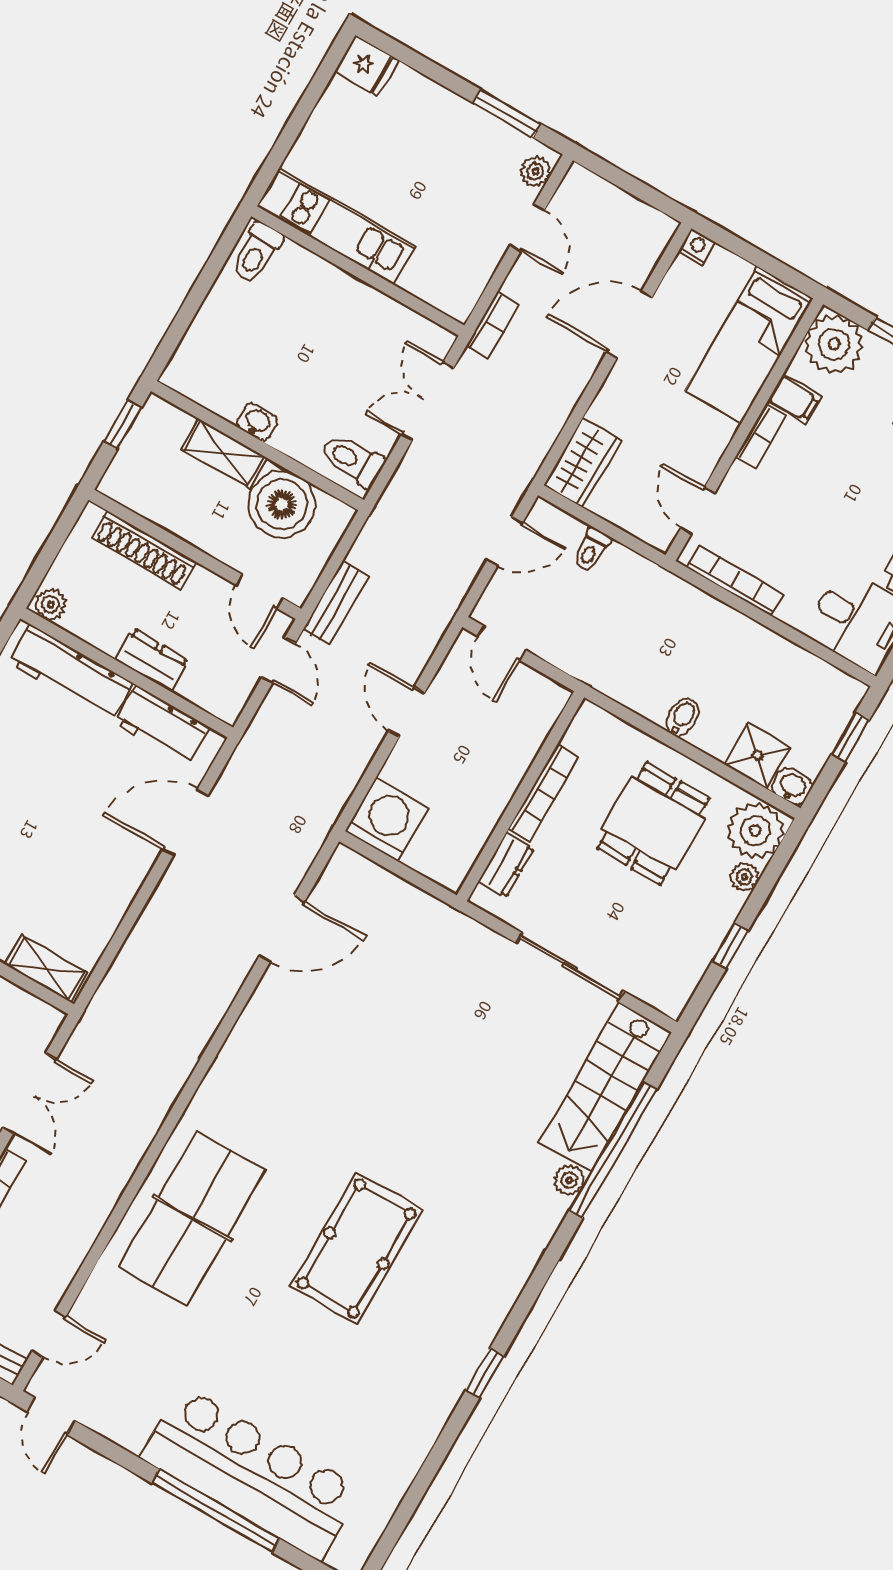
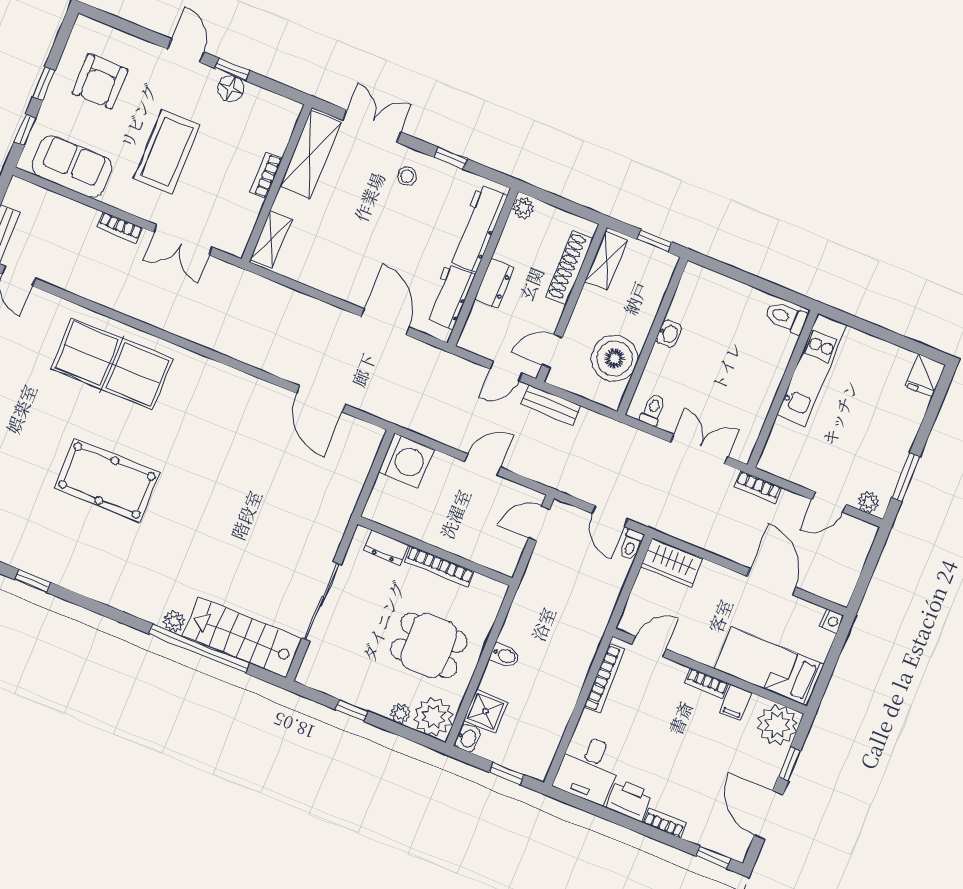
shelving: (224, 453) -> (606, 261), moved
toilet: (352, 460) -> (653, 410), width x0.73, depth x0.72
toilet: (591, 550) -> (631, 545), moved, turned -90

